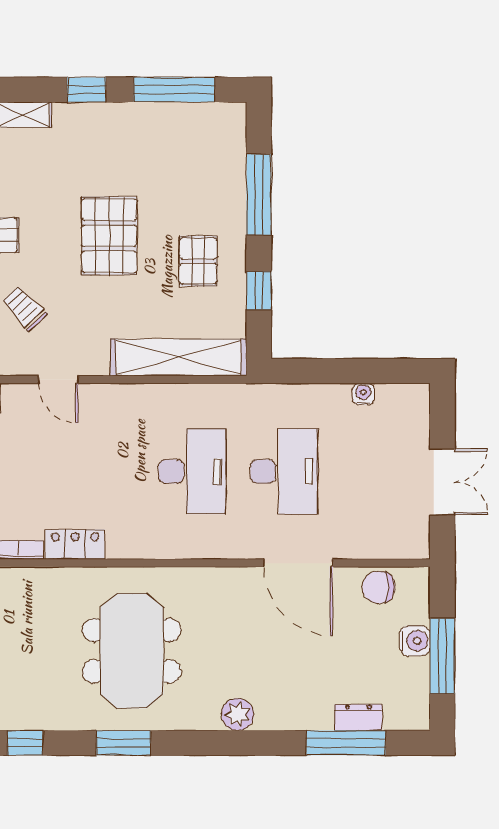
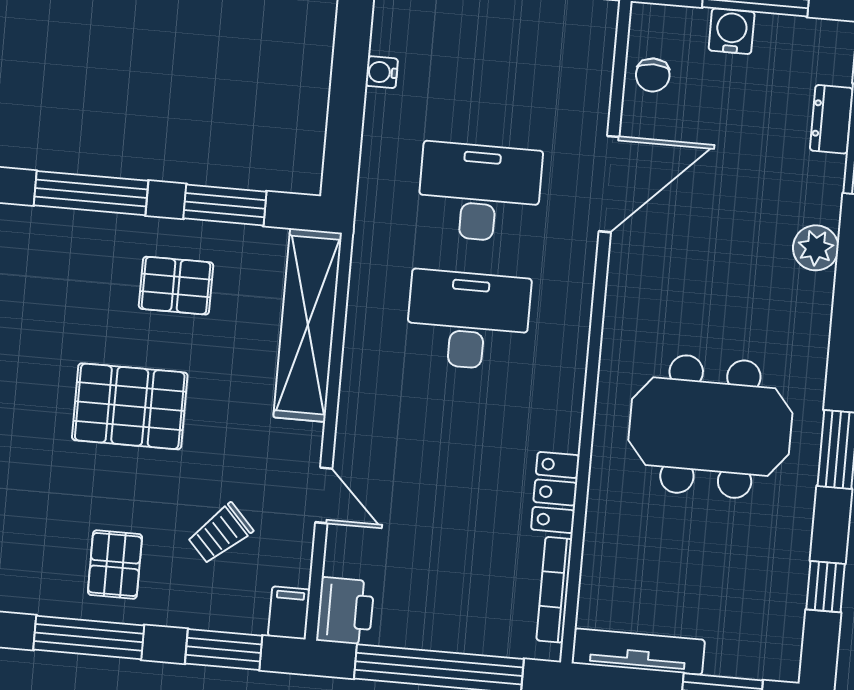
window: (259, 291) -> (225, 205), width x1.50
door: (58, 380) -> (324, 495), hinge flipped
chair: (379, 587) -> (653, 75), width x0.73, depth x0.73
plant: (238, 714) -> (816, 248), moved

